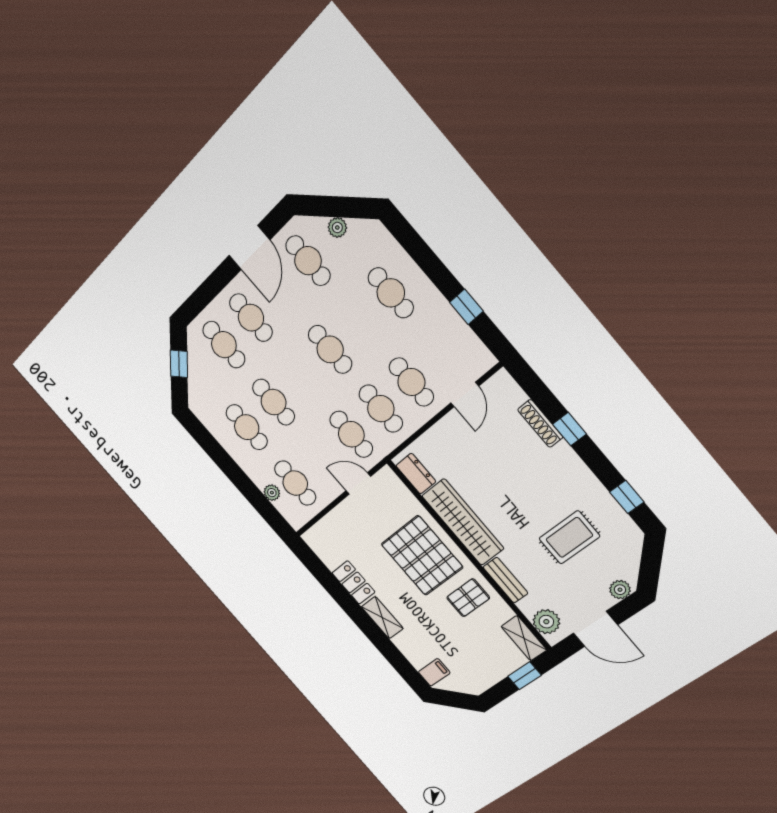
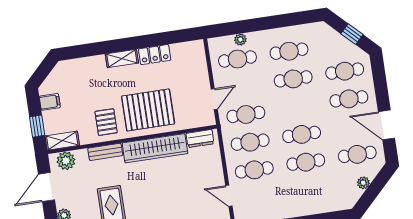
cafe table: (391, 293) -> (306, 162), moved
filing cabinet: (434, 672) -> (50, 102), moved, turned -90

